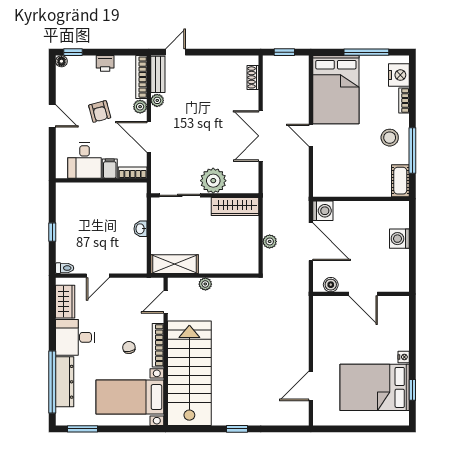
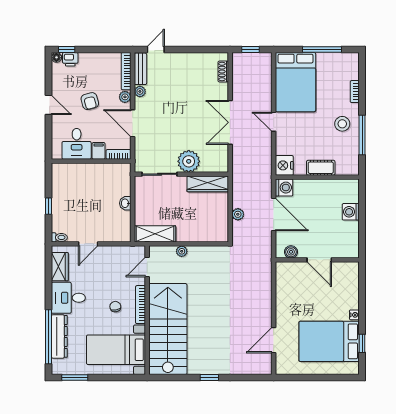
printer: (105, 63) -> (70, 59), moved
nightstand: (399, 75) -> (284, 165), moved, turned 180
cot: (400, 181) -> (321, 168), moved, turned 90

